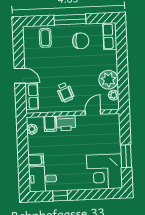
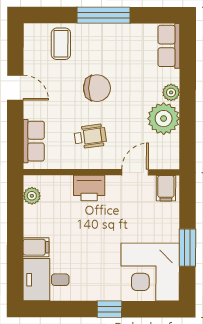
chair: (81, 41) -> (97, 88), moved
door: (20, 76) -> (15, 88), moved
wheelchair: (65, 92) -> (90, 136), turned -77
plant: (114, 95) -> (171, 92), moved
filing cabinet: (50, 124) -> (166, 188), moved
window: (60, 196) -> (109, 309), moved

